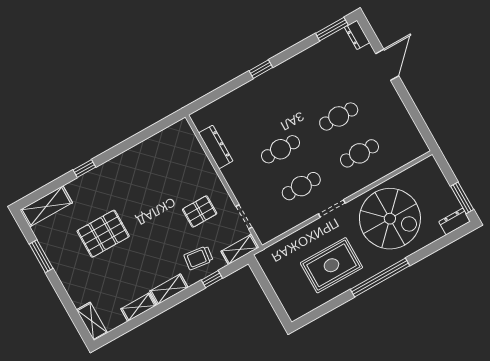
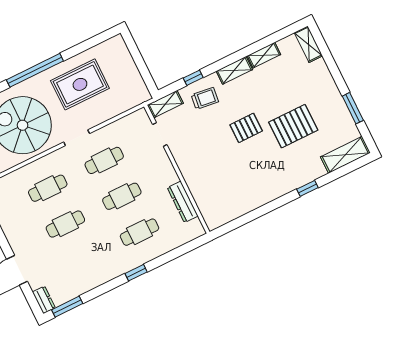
cafe table: (260, 112) -> (139, 232), added
pallet: (200, 211) -> (246, 128), moved

